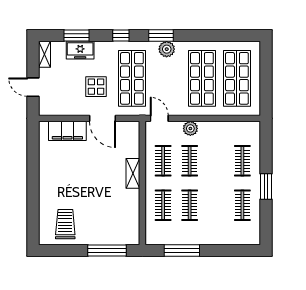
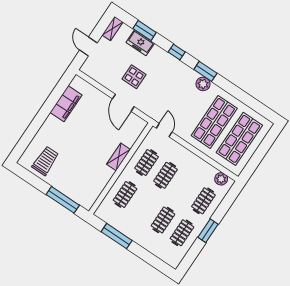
shop shelf: (132, 78) -> (164, 88), removed
plant: (190, 128) -> (221, 179), moved
filing cabinet: (67, 131) -> (66, 104), moved, turned -90
clothes rail: (190, 205) -> (163, 220), moved

